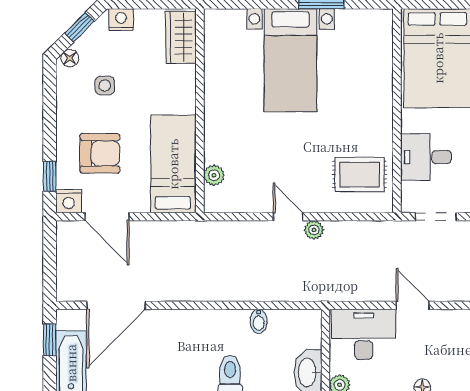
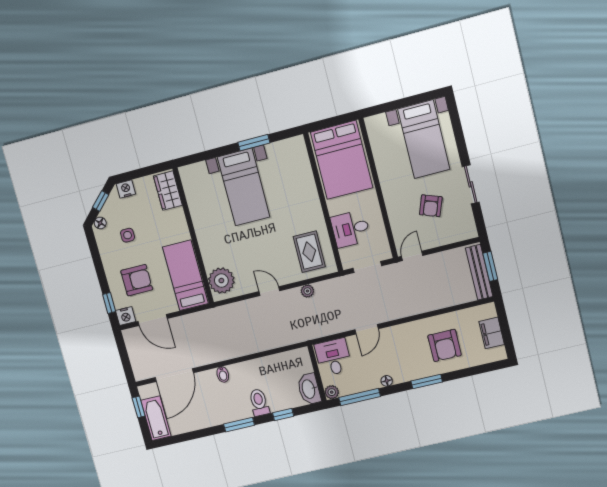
plant: (214, 175) -> (221, 281), width x1.87, depth x1.87
rug: (359, 175) -> (309, 252), turned 90
plant: (314, 230) -> (307, 291), moved
door: (413, 305) -> (367, 329), swing flipped
bidet: (259, 321) -> (223, 374), moved
desk: (364, 334) -> (333, 357), width x0.73

